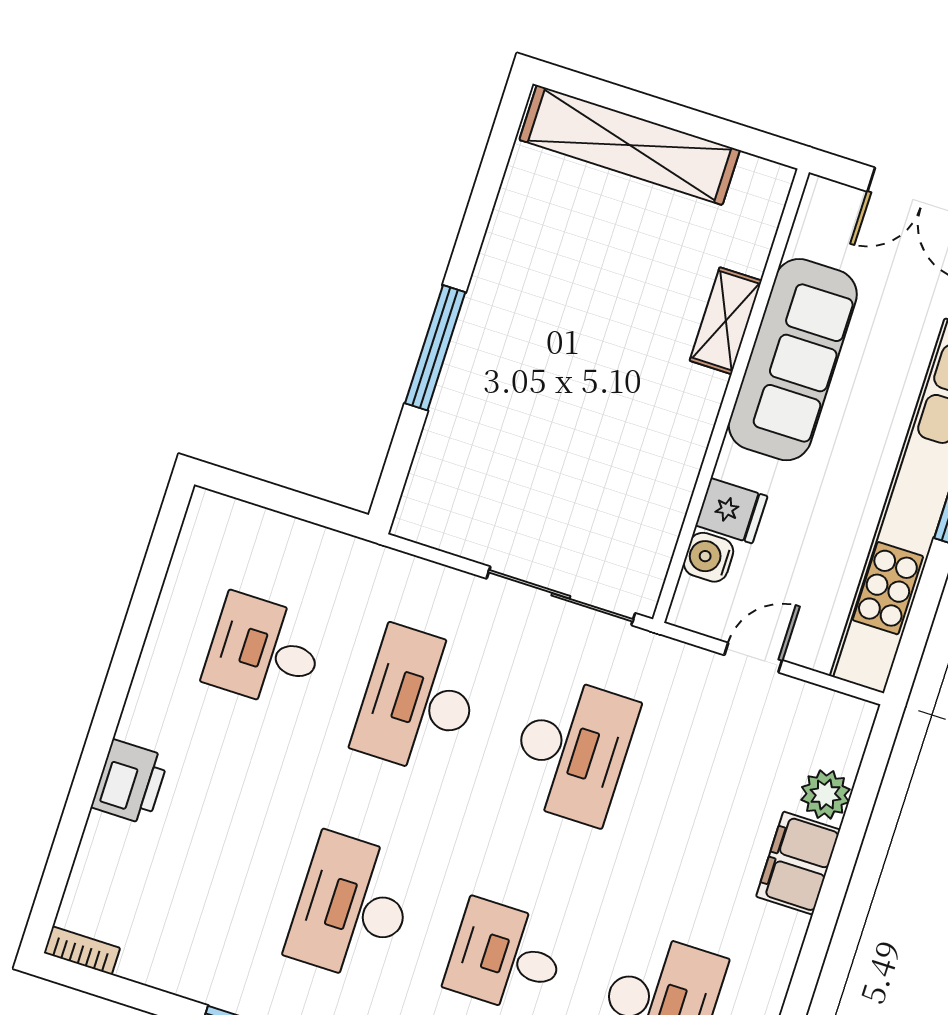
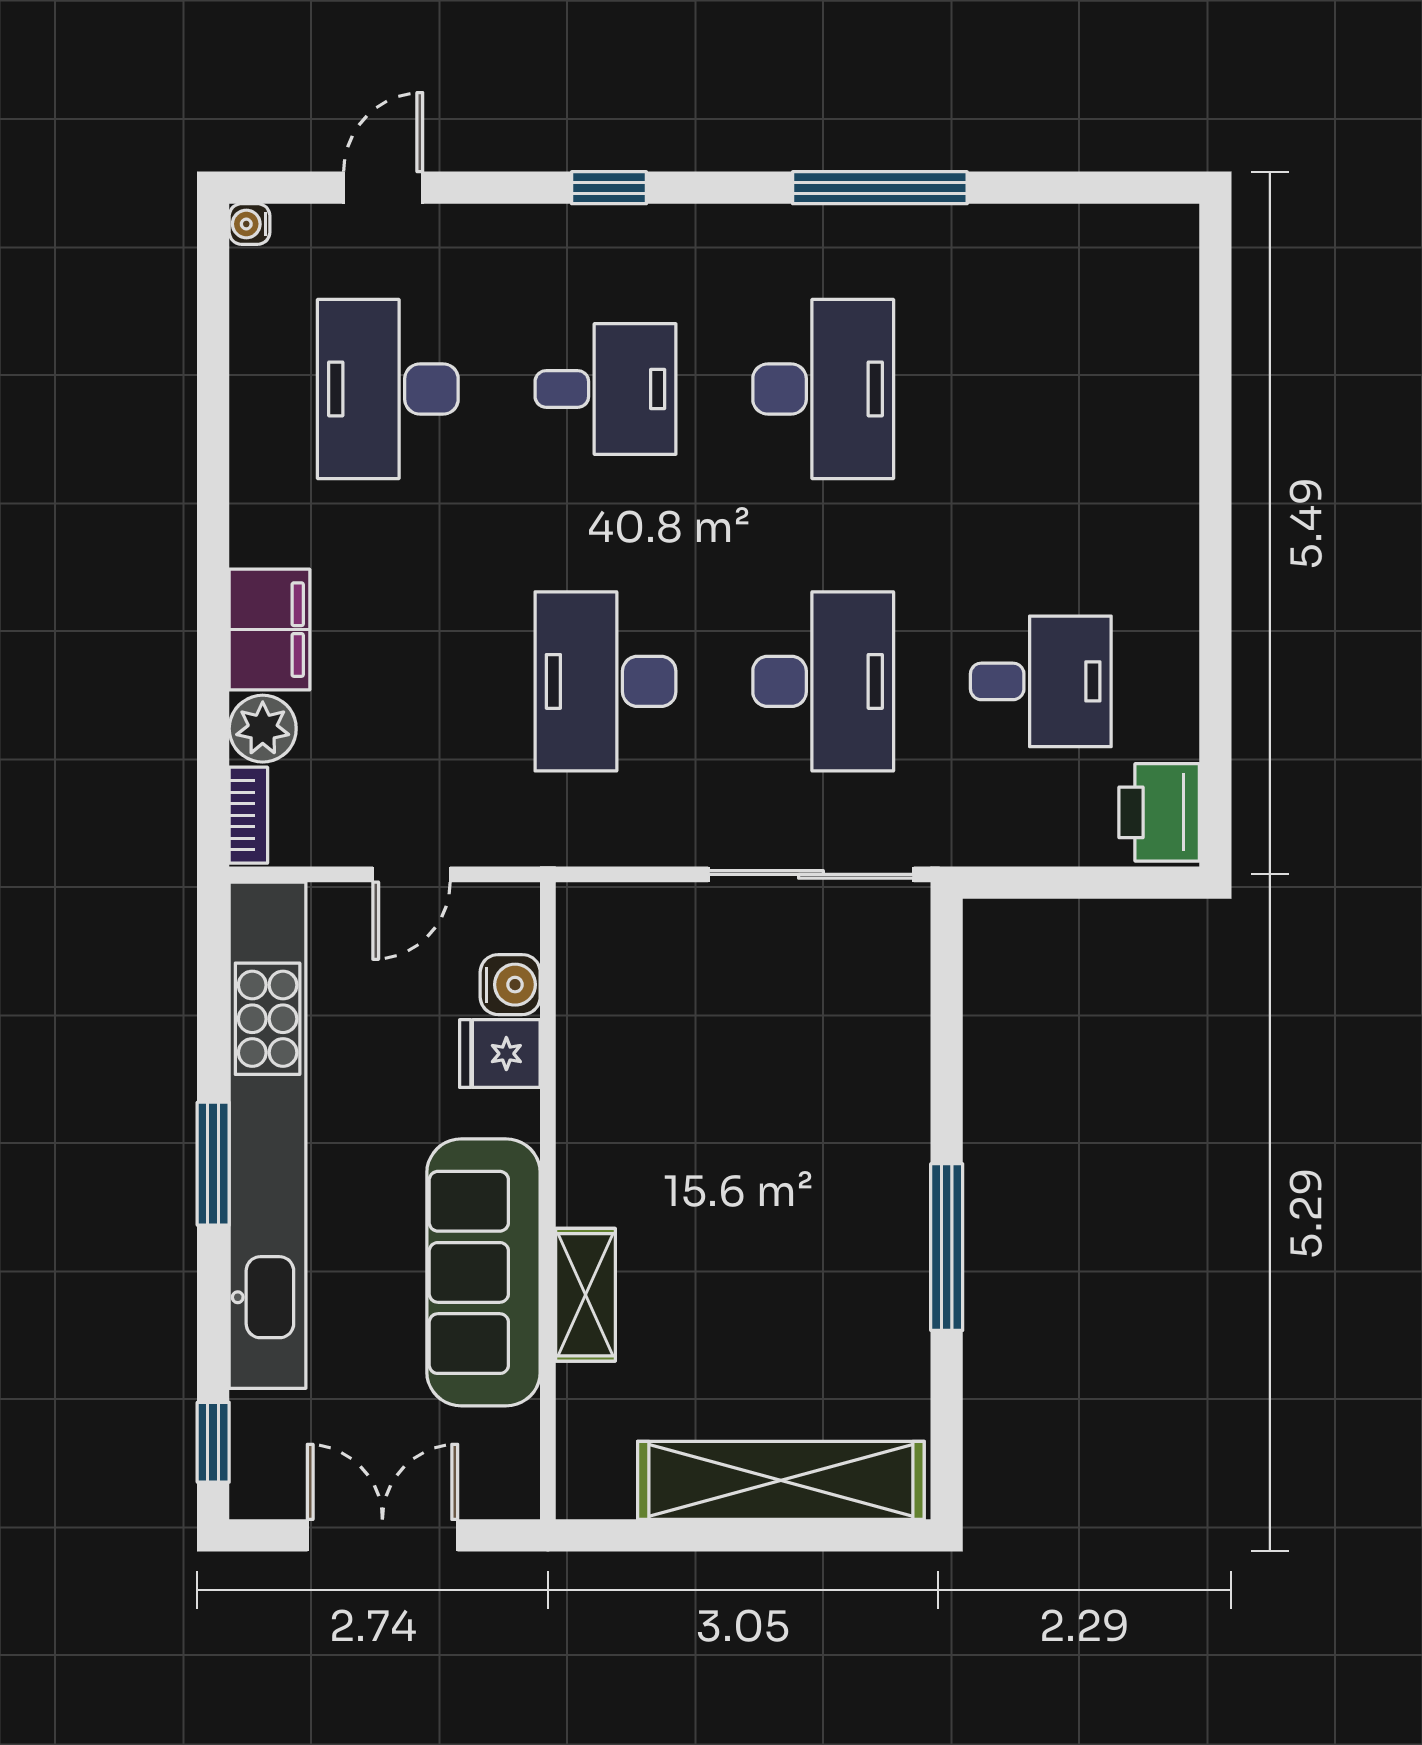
window: (435, 348) -> (947, 1247), moved
sliding door: (561, 596) -> (811, 874), moved
printer: (130, 782) -> (1159, 812), moved
bookcase: (82, 950) -> (248, 815), moved, turned -90

